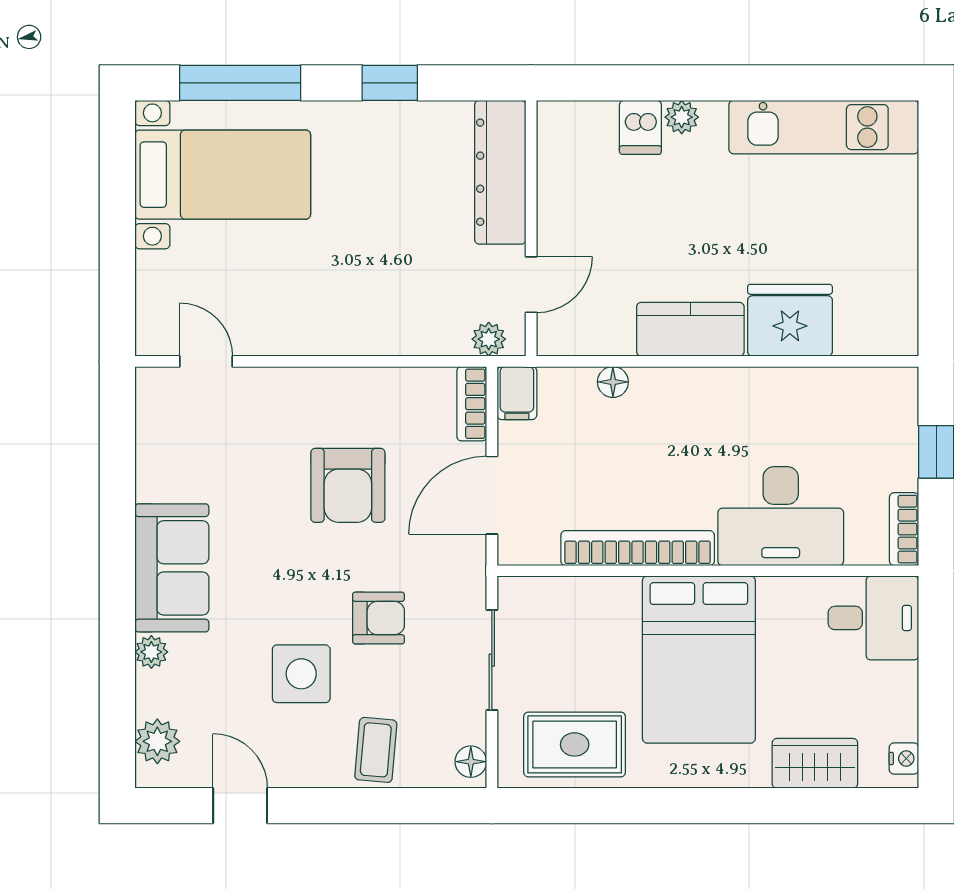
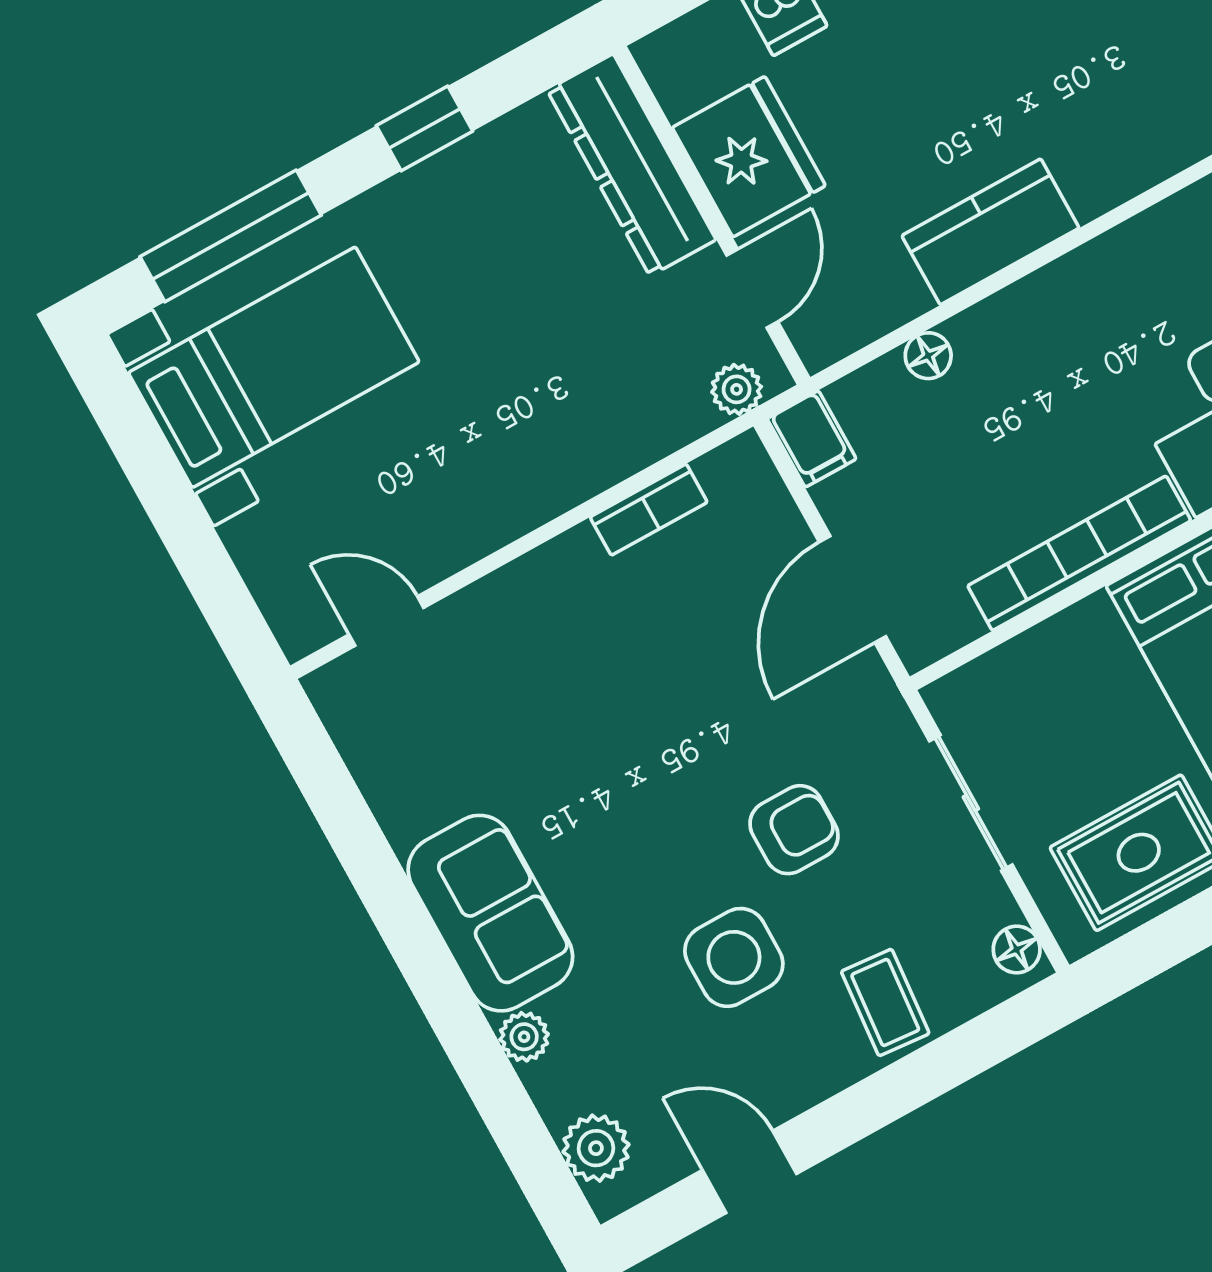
fridge: (790, 320) -> (749, 157), moved, turned 90
bookcase: (472, 404) -> (649, 510), moved, turned -90
armchair: (348, 485) -> (659, 680), removed

